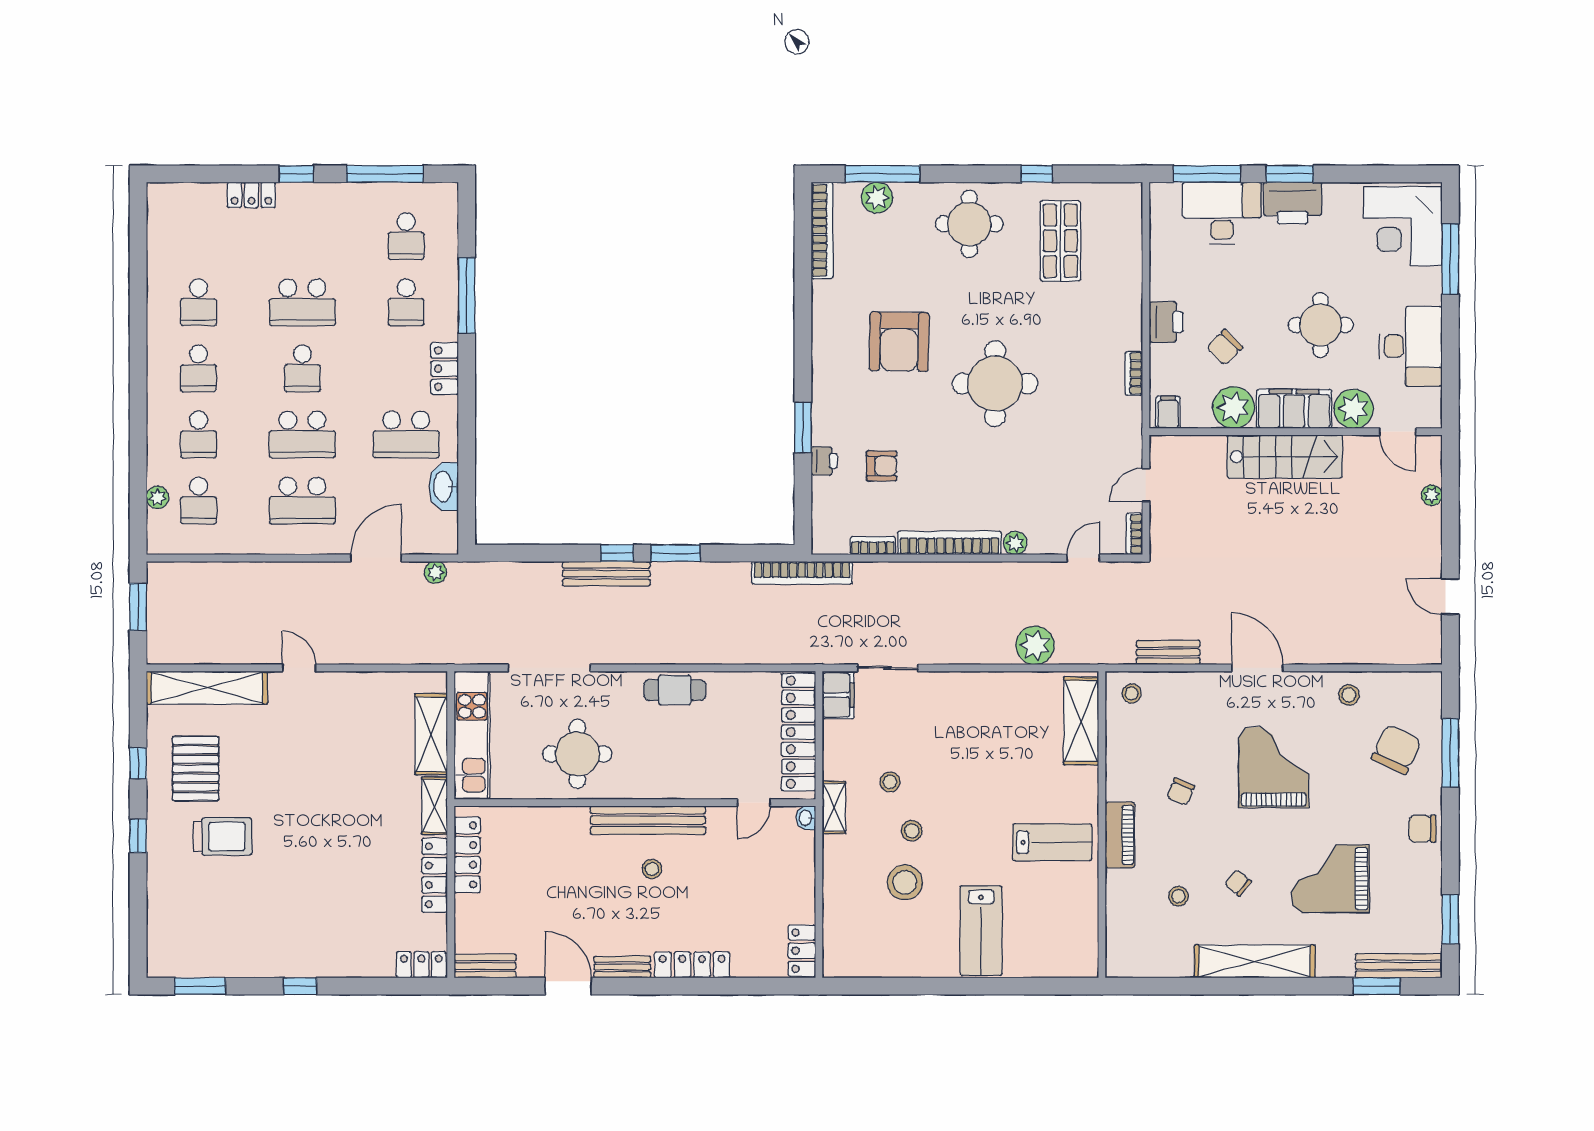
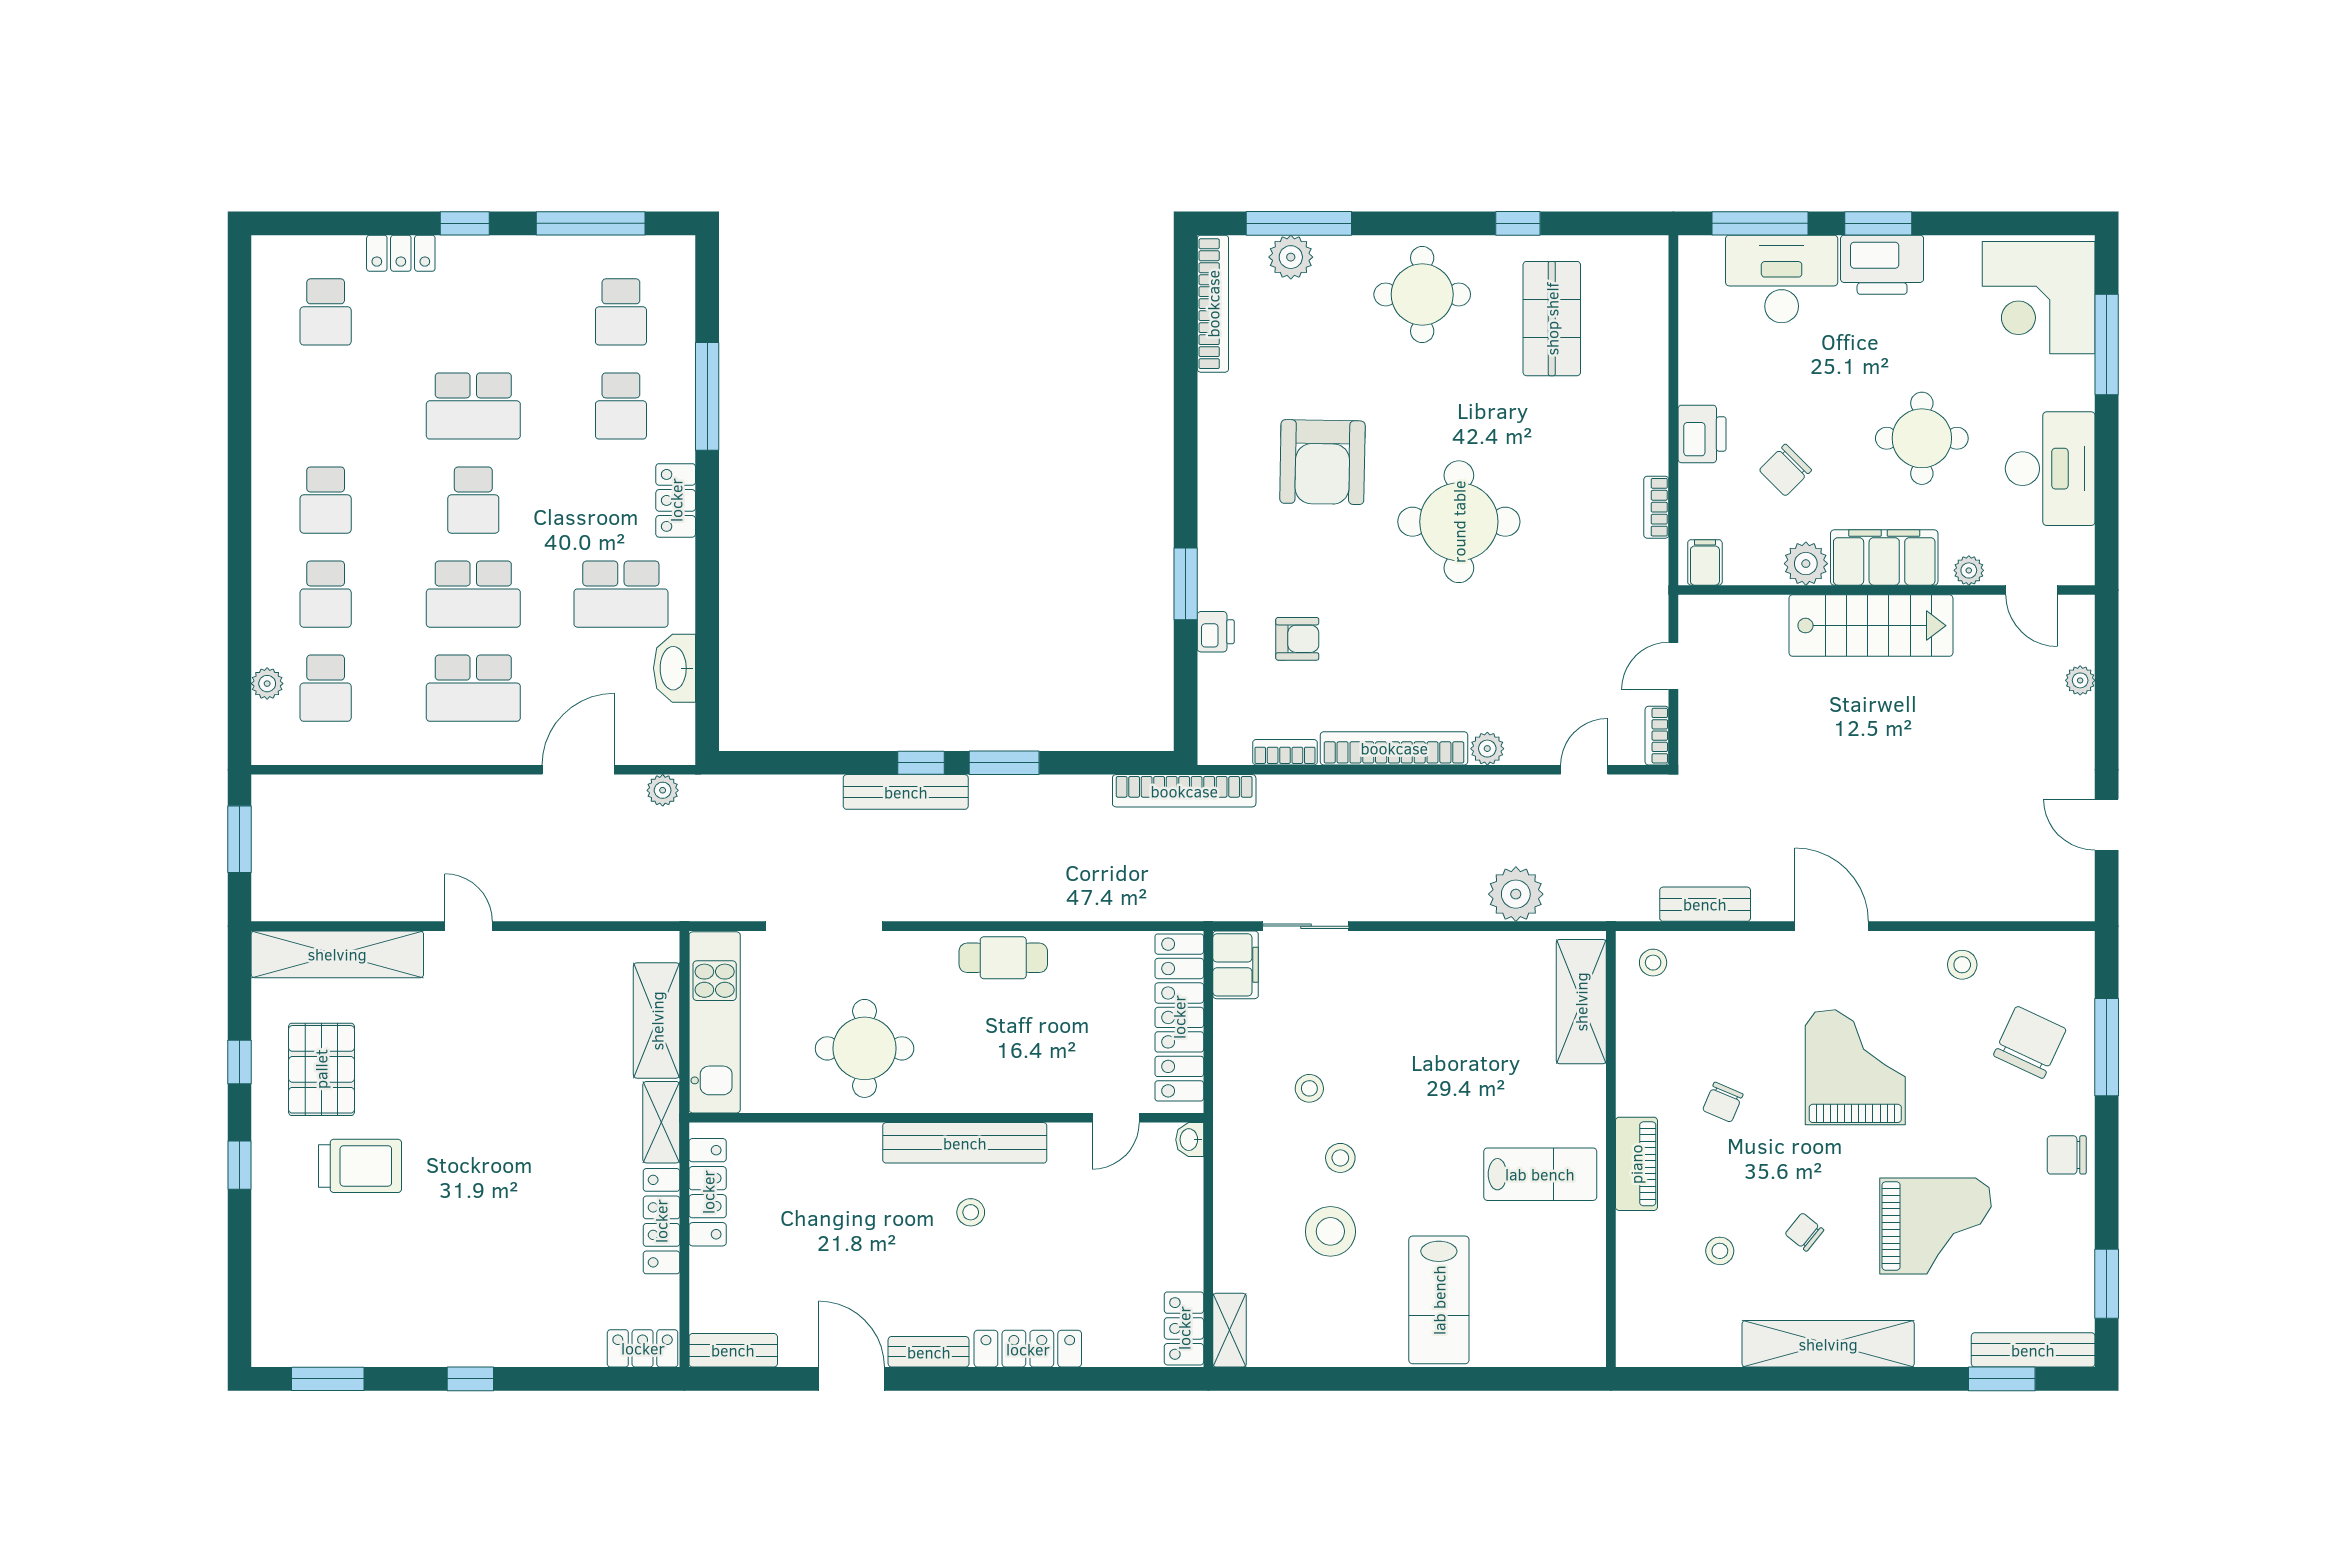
school desk: (199, 302) -> (326, 312), moved
plant: (1233, 407) -> (1806, 564), width x0.73, depth x0.73
plant: (1354, 409) -> (1969, 570), width x0.53, depth x0.53
shelving: (834, 807) -> (1230, 1330), moved
grand piano: (1330, 879) -> (1936, 1226), turned 180

